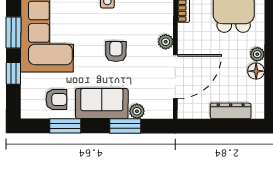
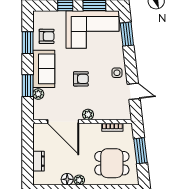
armchair: (56, 99) -> (47, 36), turned -90
dresser: (231, 111) -> (39, 161), width x0.70

